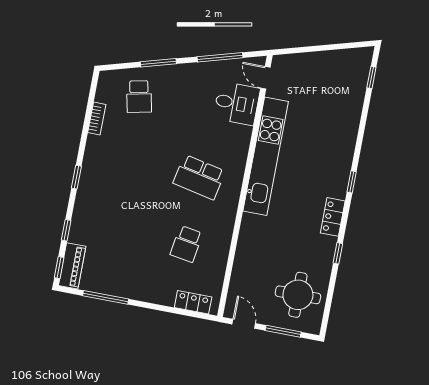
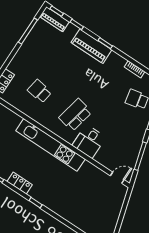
desk: (237, 103) -> (89, 141), moved
kitchen unit: (266, 156) -> (50, 145), moved
piano: (89, 195) -> (91, 46), added

